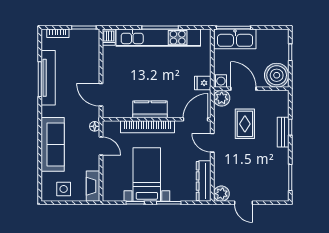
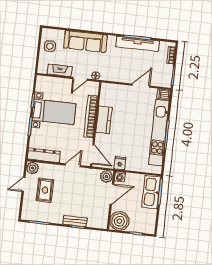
door: (101, 95) -> (141, 86), moved
rug: (245, 124) -> (45, 190), moved, turned 90
fireplace: (93, 186) -> (60, 70), moved

